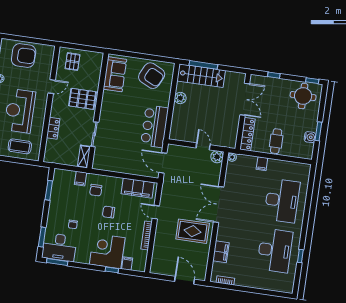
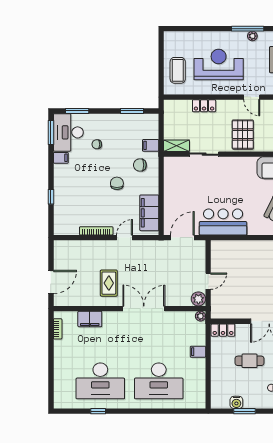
plant: (180, 98) -> (260, 247), removed
locker: (247, 134) -> (223, 330), width x0.66
cafe table: (276, 141) -> (250, 361), moved
rug: (193, 231) -> (109, 283), width x0.73, depth x0.70
corner desk: (107, 251) -> (72, 188), removed
filing cabinet: (127, 263) -> (61, 158), moved

